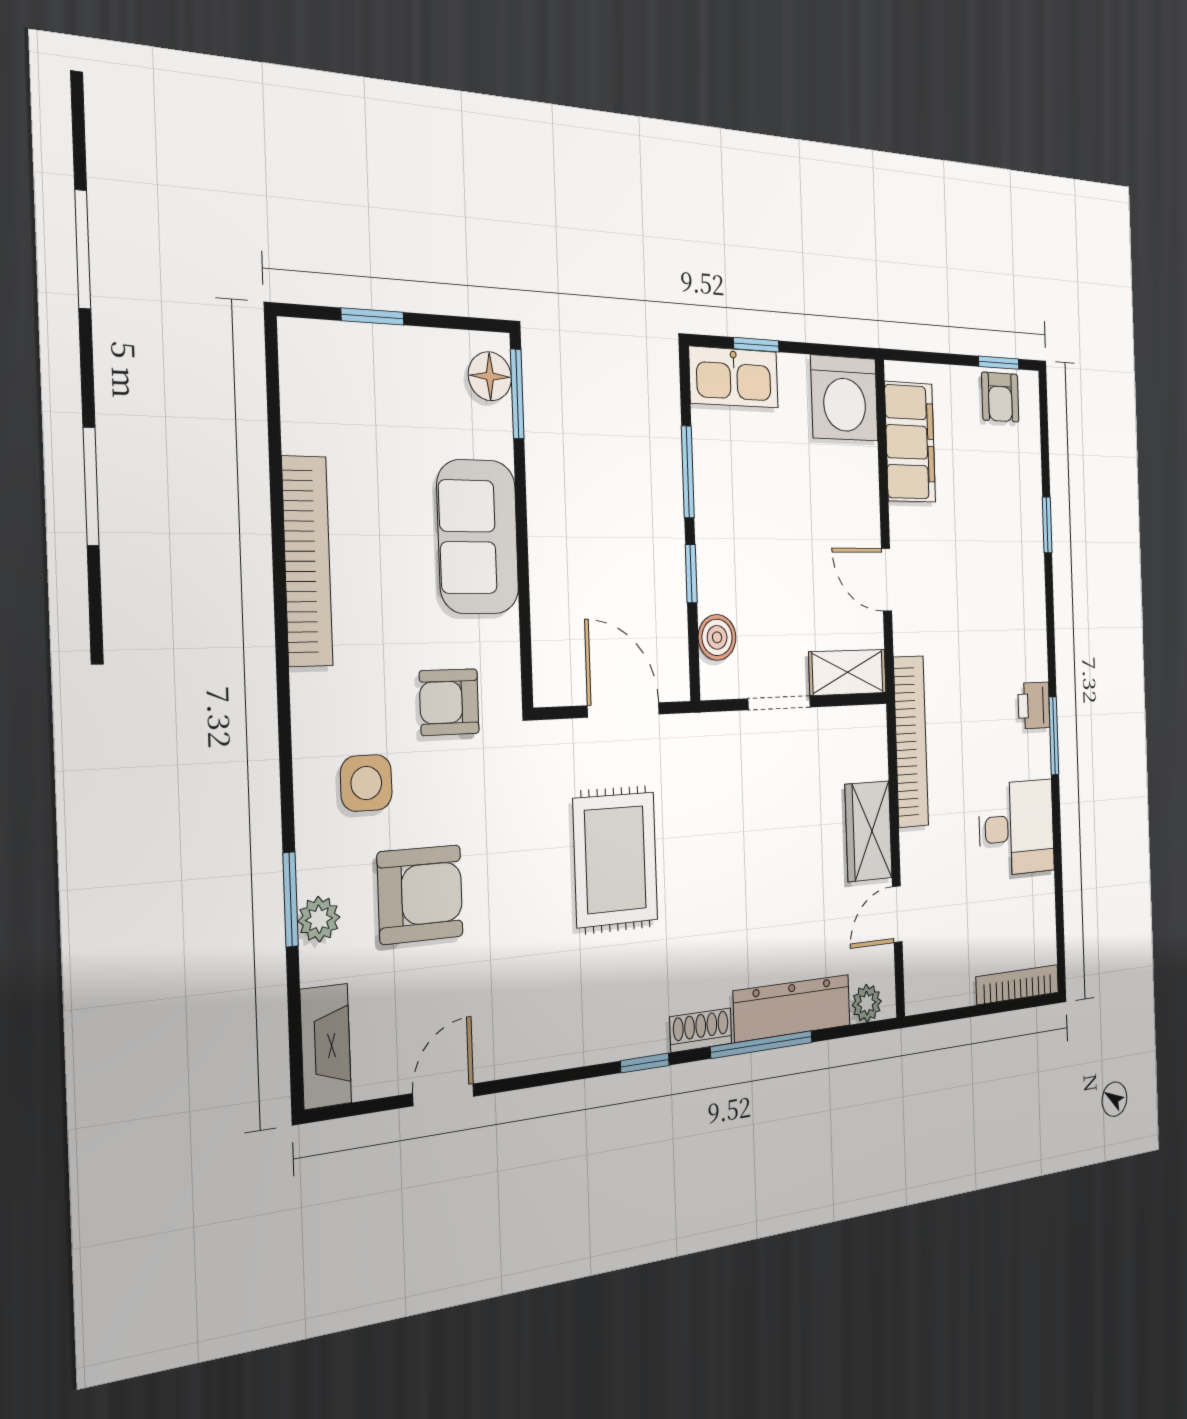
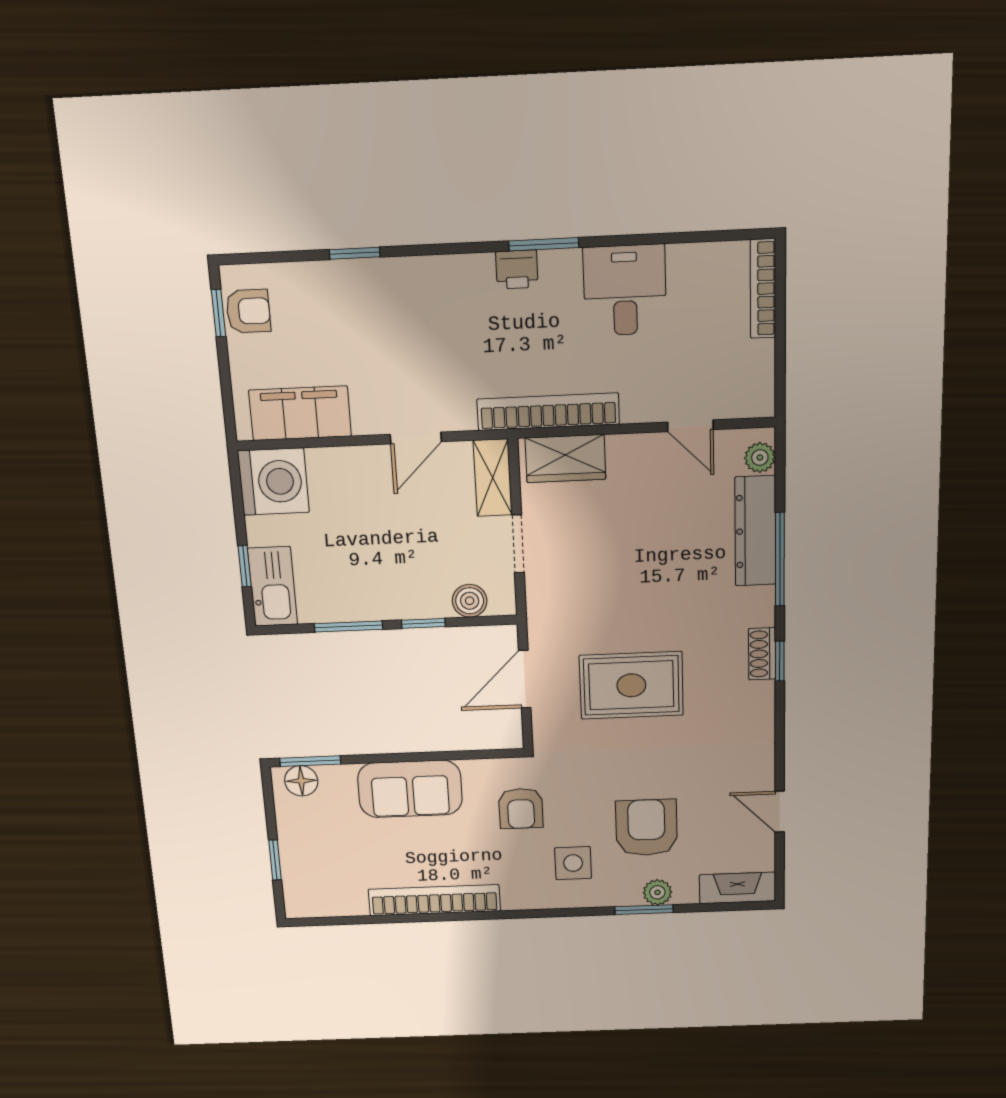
wardrobe: (868, 831) -> (565, 459), moved
shoe rack: (701, 1030) -> (762, 654), moved

